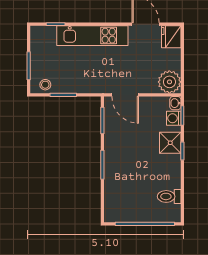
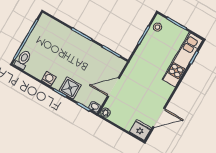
kitchen unit: (92, 36) -> (182, 60), moved
plant: (169, 82) -> (105, 113), width x0.53, depth x0.53
door: (125, 95) -> (113, 87), moved
washing machine: (174, 118) -> (49, 79), moved
toilet: (169, 196) -> (23, 60), moved

